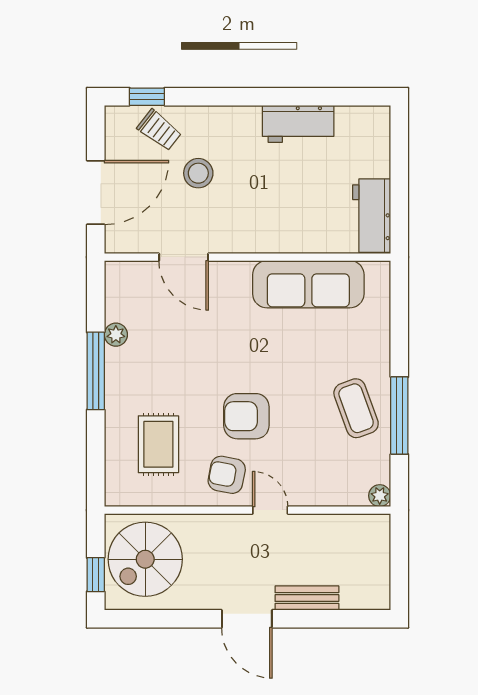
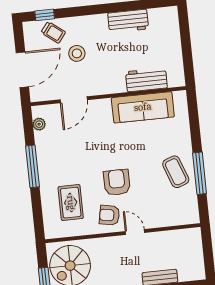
workbench: (372, 216) -> (146, 80), moved, turned 90
door: (184, 257) -> (74, 100), hinge flipped
plant: (116, 335) -> (39, 124), moved
armchair: (246, 416) -> (117, 182), turned 90
plant: (380, 496) -> (194, 218), removed

